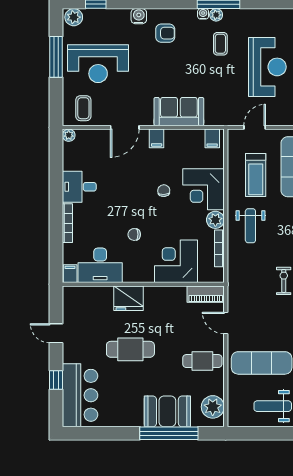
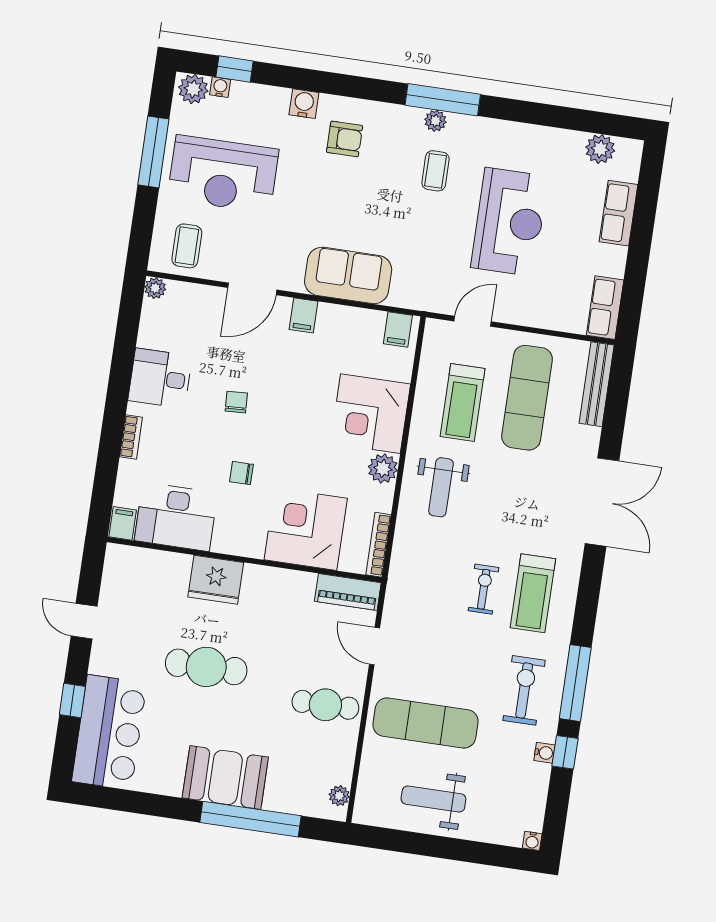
water cooler: (203, 14) -> (220, 87), moved
chair: (164, 191) -> (236, 402), moved
bookcase: (67, 223) -> (131, 437), width x0.64
bookcase: (219, 248) -> (379, 545), moved
plant: (213, 407) -> (339, 796), width x0.53, depth x0.53
booth: (167, 411) -> (225, 777), moved

